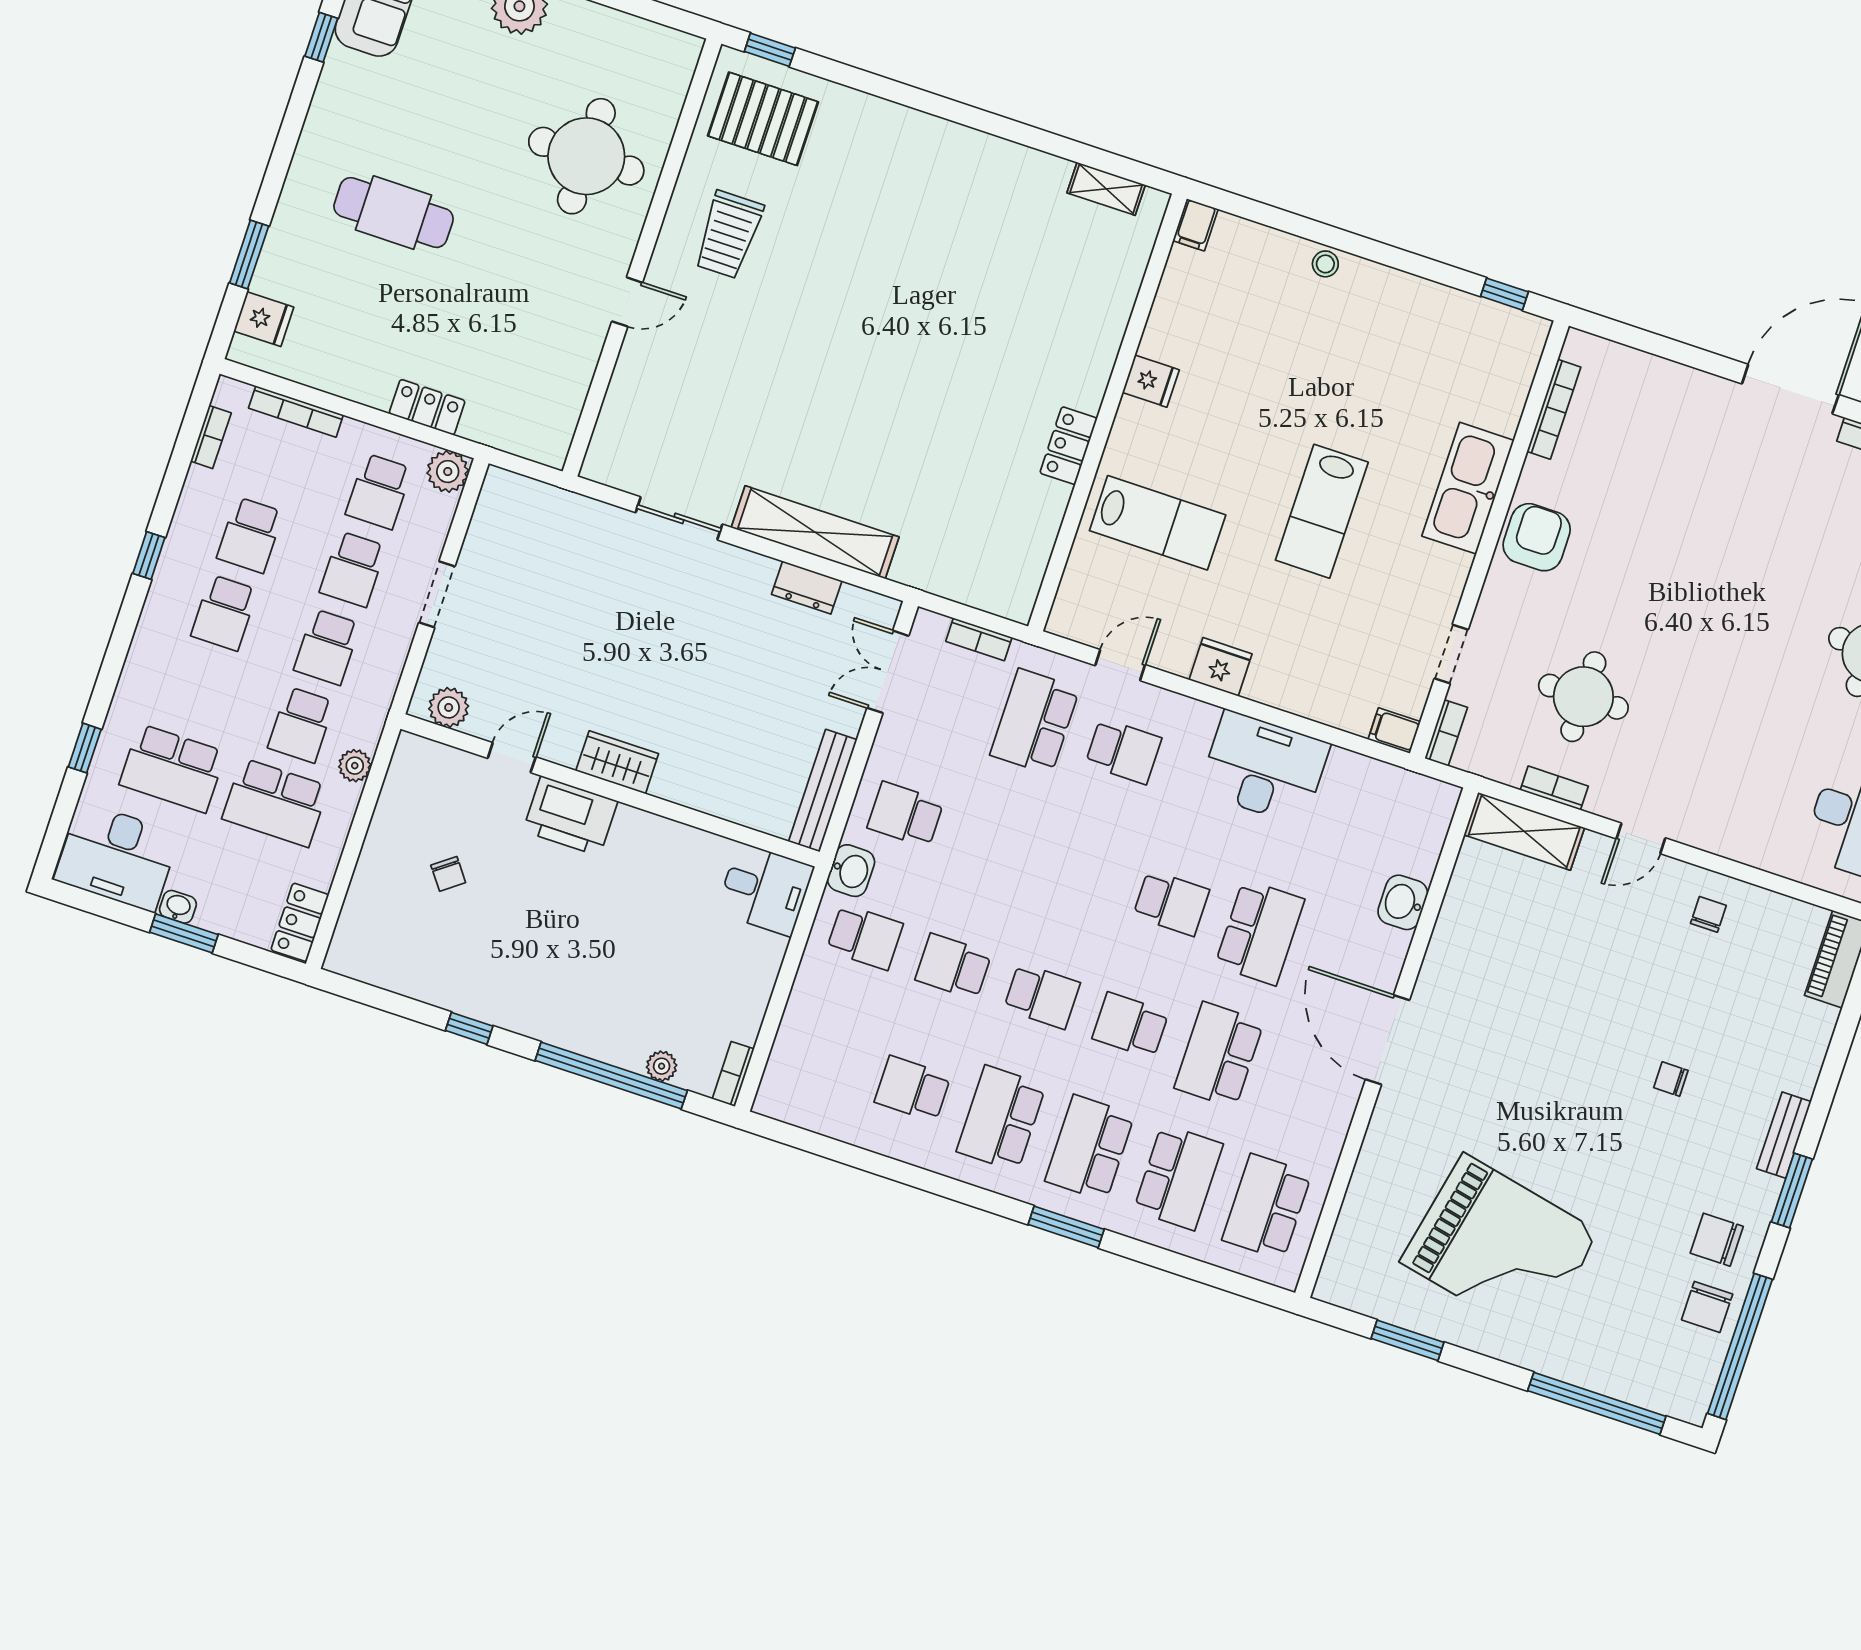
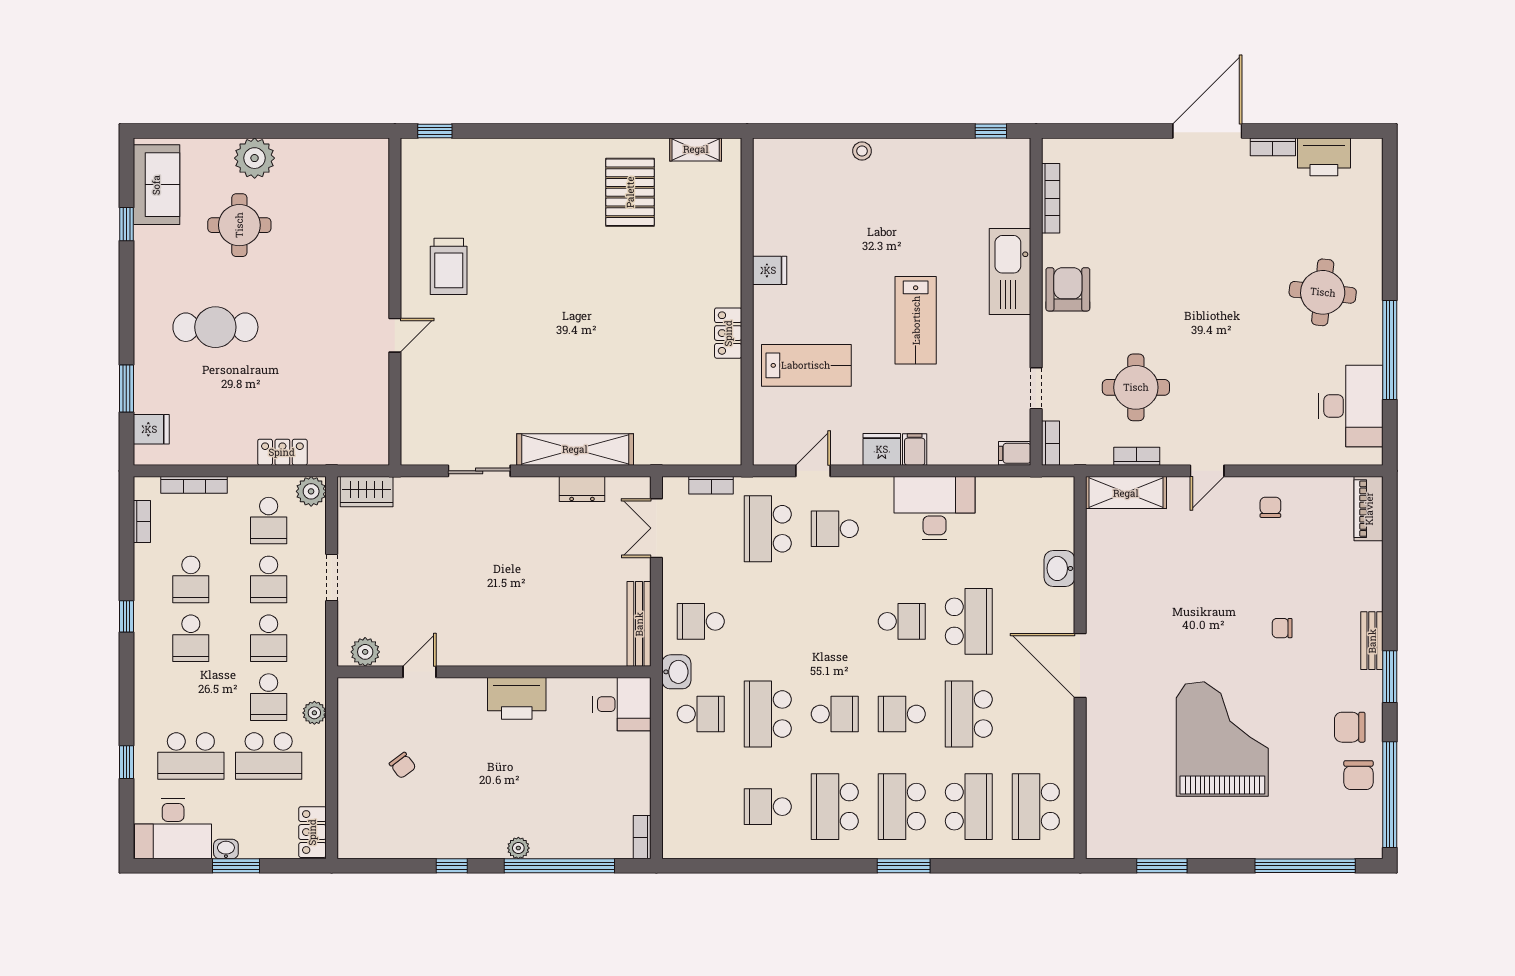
pallet: (763, 119) -> (630, 192), moved, turned 90
round table: (586, 156) -> (239, 225), moved, width x0.73, depth x0.73
filing cabinet: (1195, 225) -> (915, 449), moved, turned 180
school desk: (1123, 751) -> (835, 529), turned 180
wardrobe: (617, 762) -> (367, 492), moved, turned 180
printer: (570, 816) -> (517, 698), moved
school desk: (953, 966) -> (768, 714), width x1.85
plant: (662, 1066) -> (518, 848), moved
grand piano: (1500, 1247) -> (1222, 739), moved, turned -102

